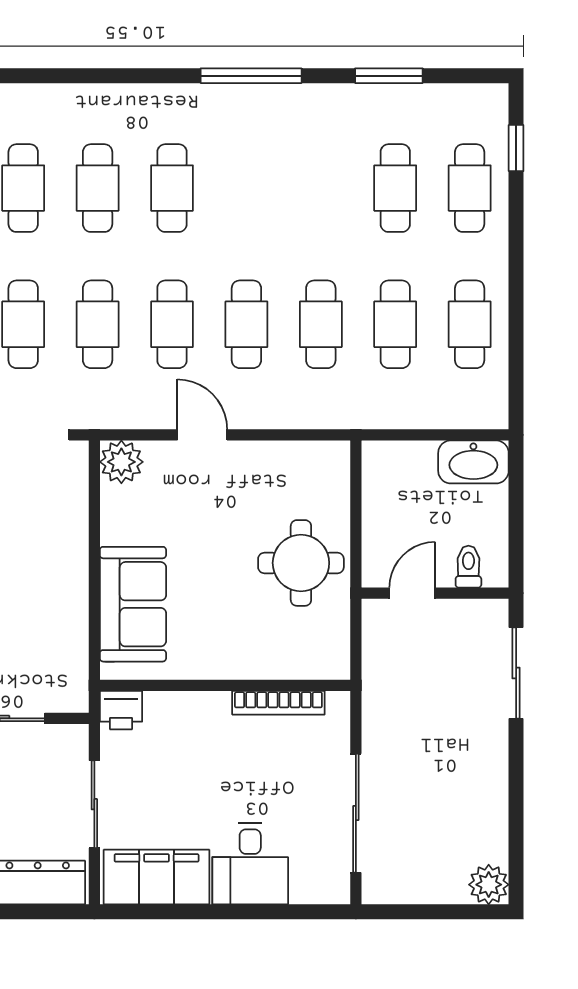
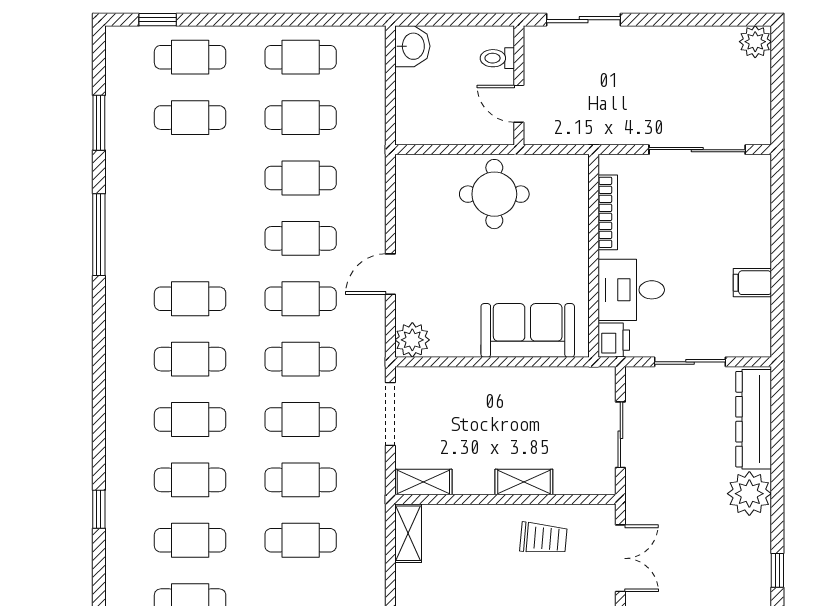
washbasin: (473, 462) -> (412, 46), width x0.72
desk: (250, 864) -> (631, 290), moved, turned 180
filing cabinet: (157, 877) -> (752, 283), width x0.33, depth x0.86

